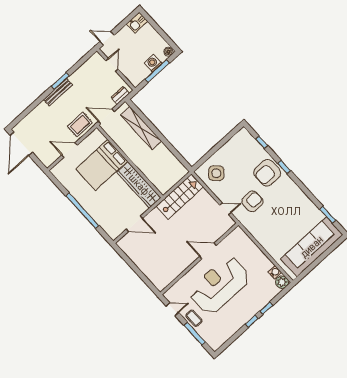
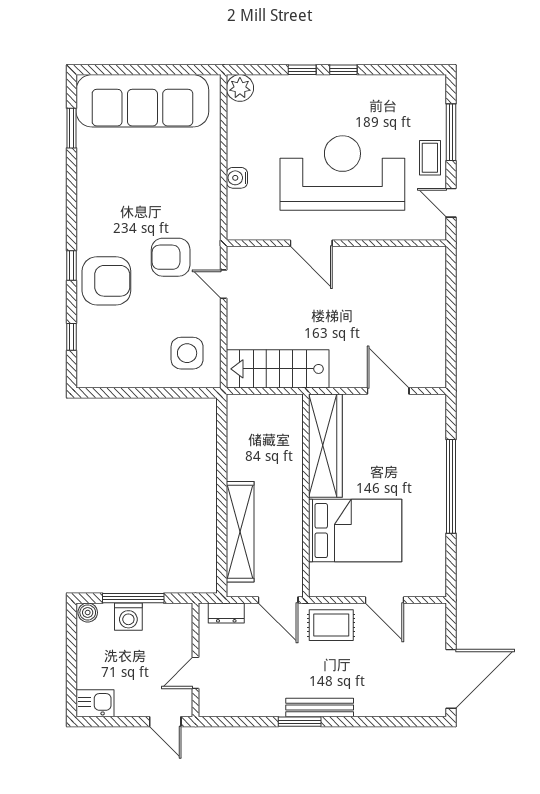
side table: (216, 173) -> (187, 353), turned 45
water cooler: (275, 272) -> (237, 178), moved
reception desk: (219, 285) -> (342, 173), turned 180

